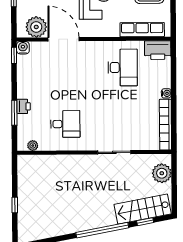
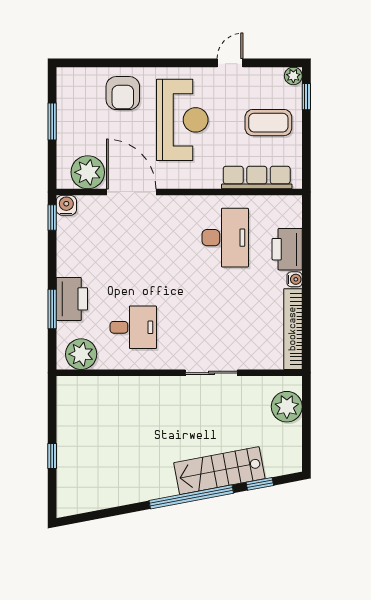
printer: (158, 50) -> (287, 249), moved, turned 90
printer: (23, 106) -> (72, 299), width x1.87, depth x1.48
plant: (33, 146) -> (81, 354), width x1.87, depth x1.87
stairs: (143, 209) -> (219, 471), moved

